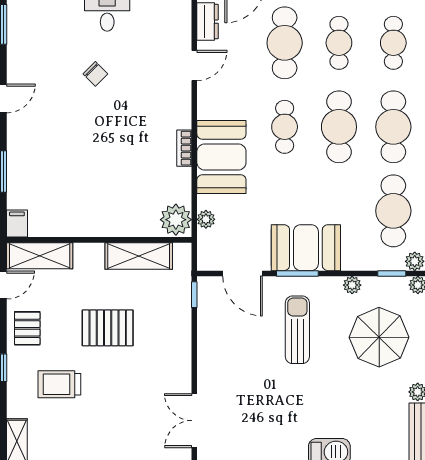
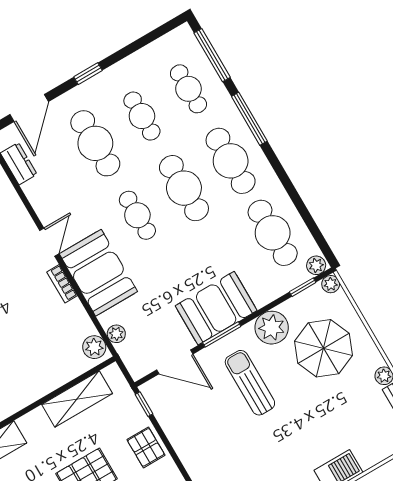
door: (194, 65) -> (49, 242), moved
plant: (176, 220) -> (94, 347), width x0.73, depth x0.73
plant: (352, 285) -> (272, 328), width x1.88, depth x1.88
pallet: (174, 333) -> (146, 447), added

